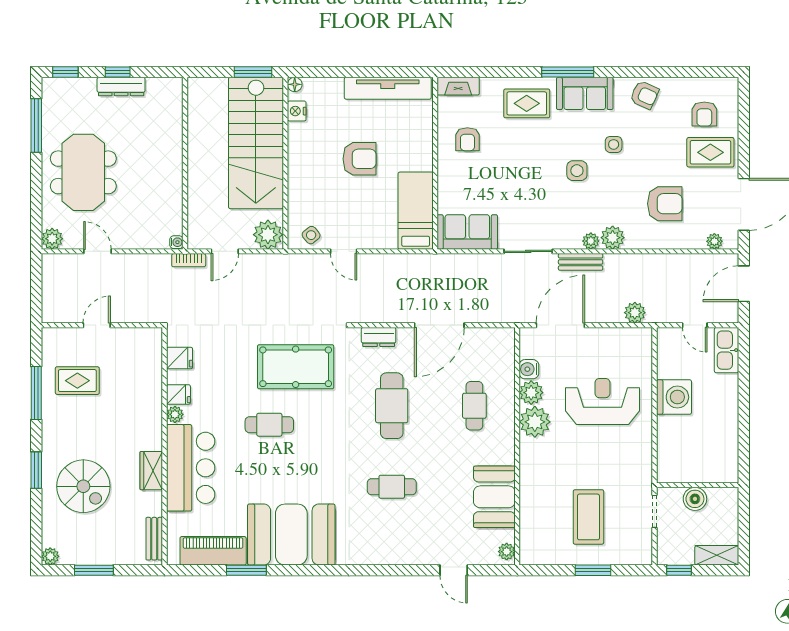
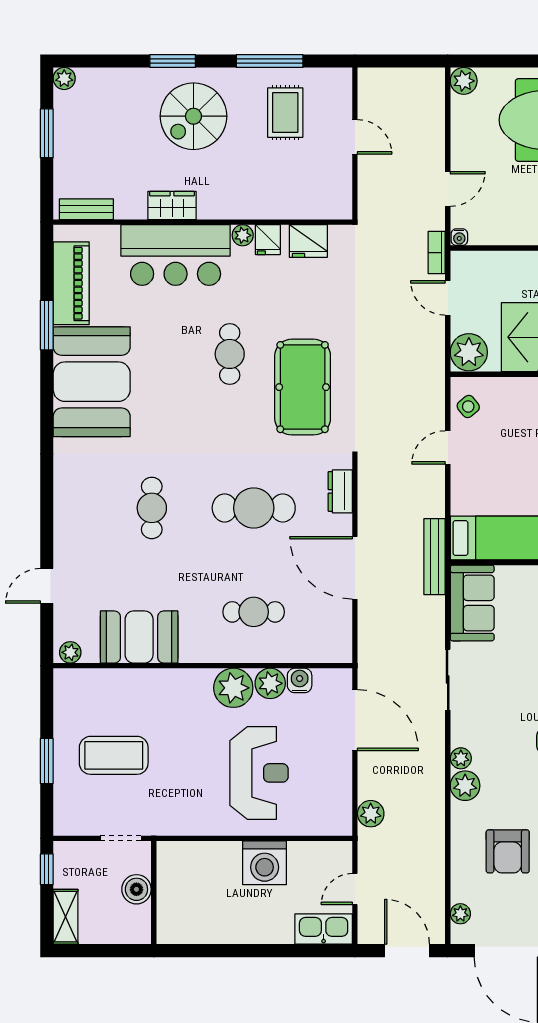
door: (97, 251) -> (448, 189), moved
bench: (581, 262) -> (434, 557), moved, width x1.36
fridge: (179, 358) -> (308, 241), width x1.38
spiral stairs: (83, 486) -> (193, 116), moved

